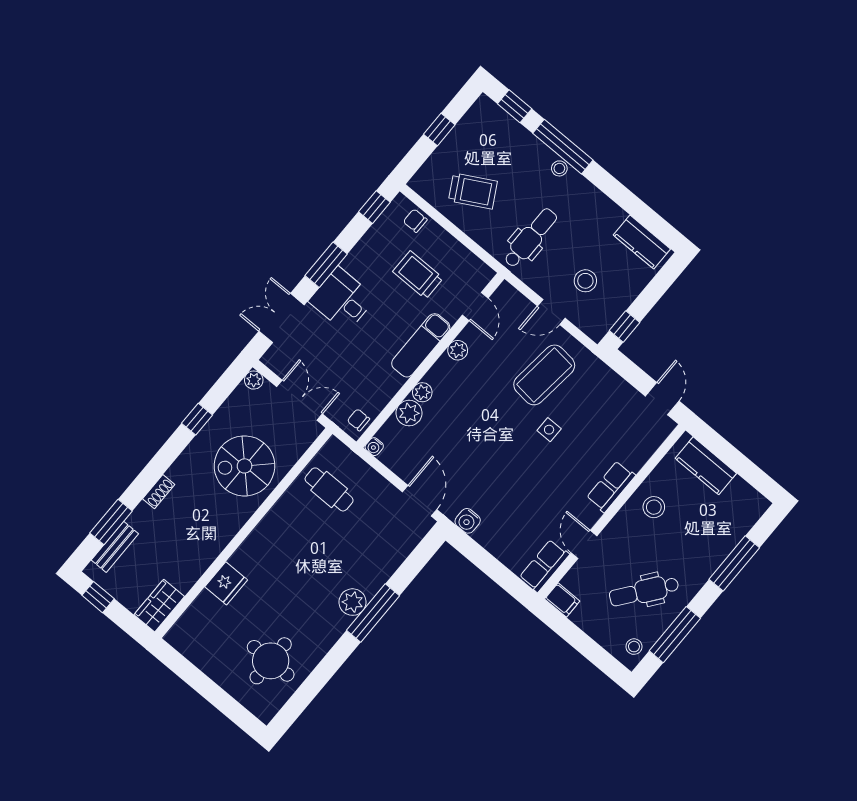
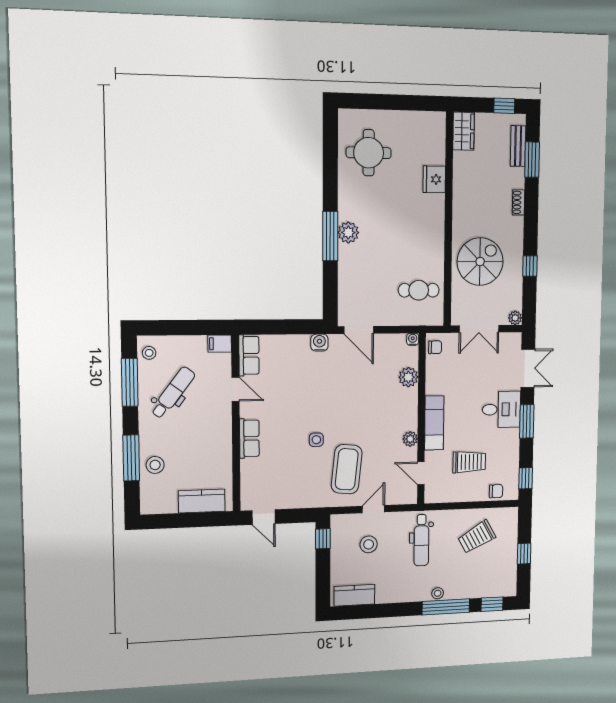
plant: (422, 392) -> (411, 396), removed
stool: (654, 507) -> (155, 465), moved

